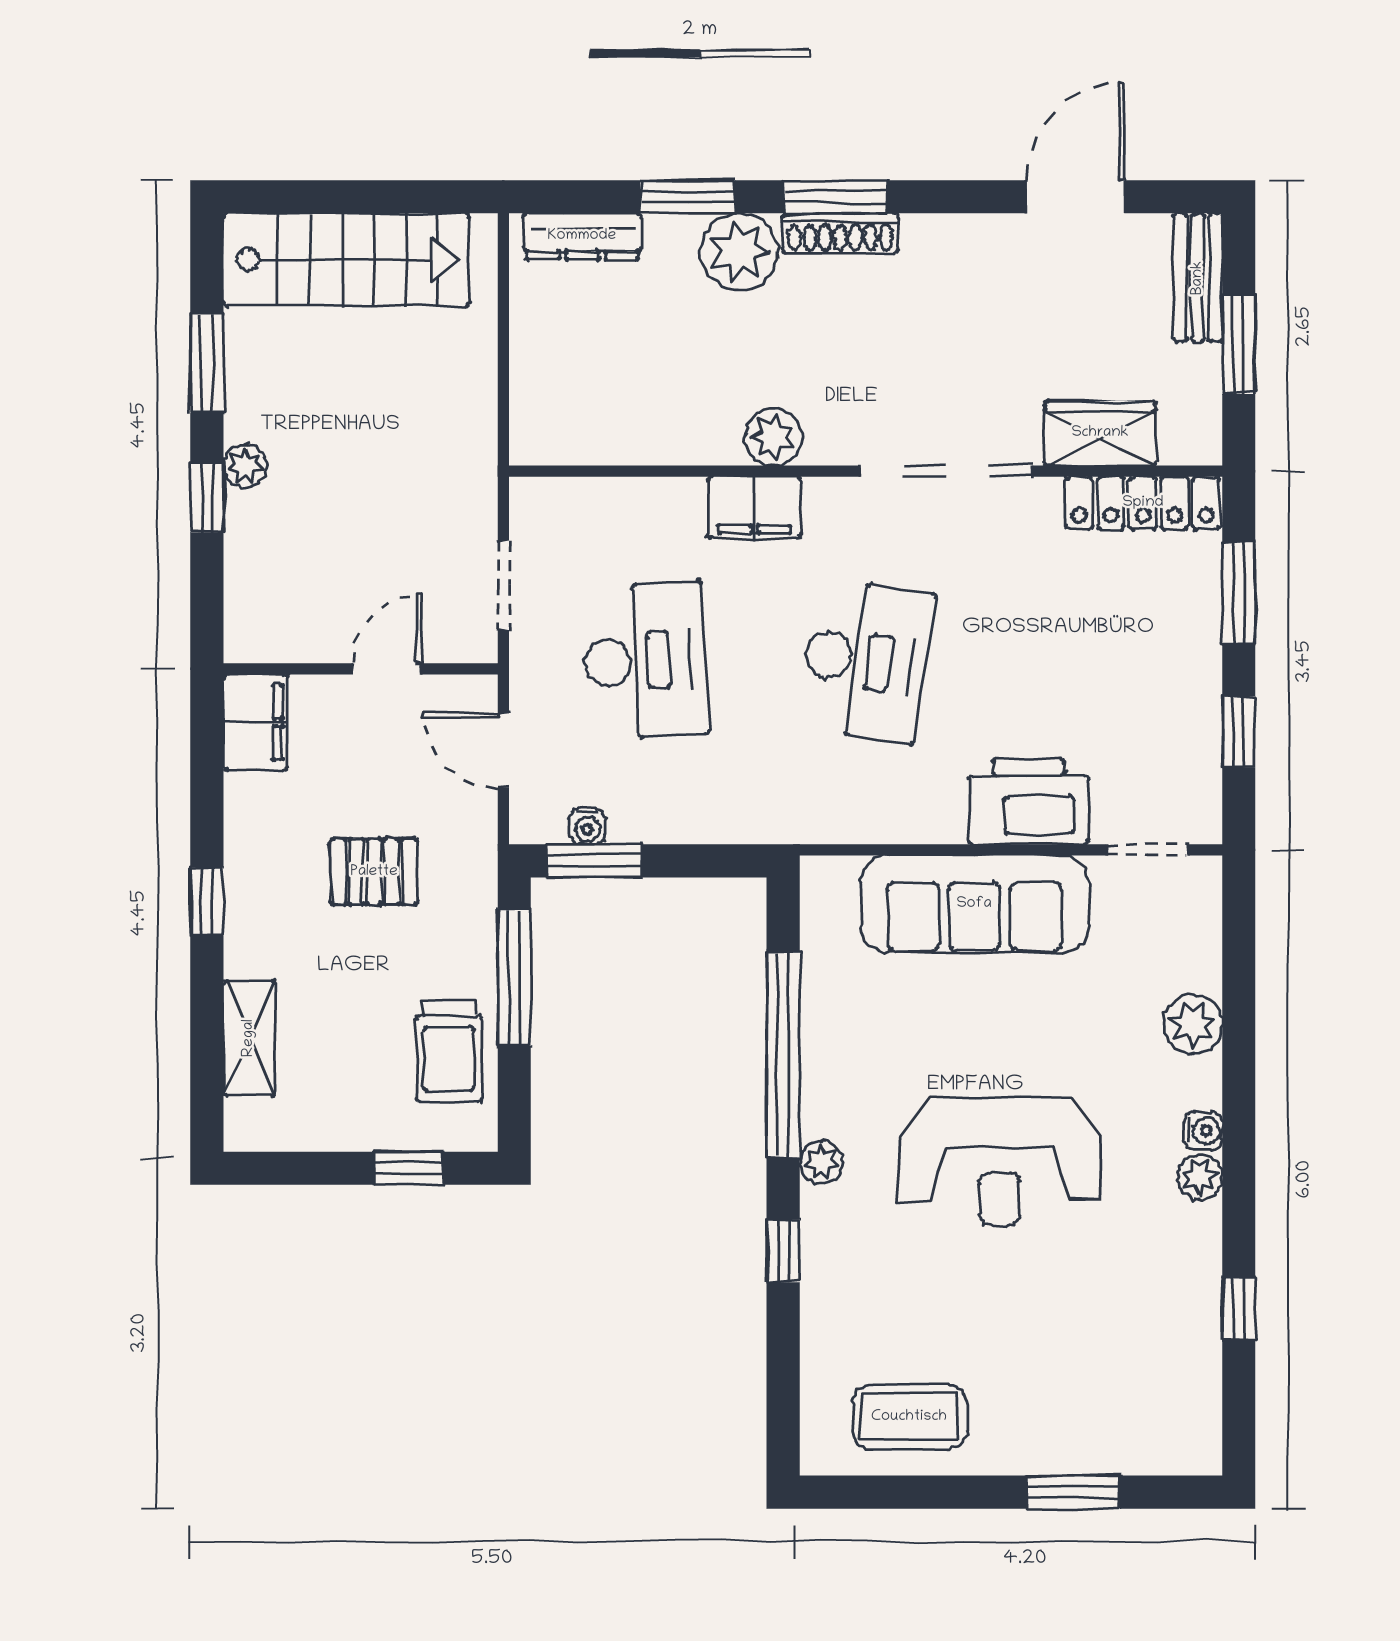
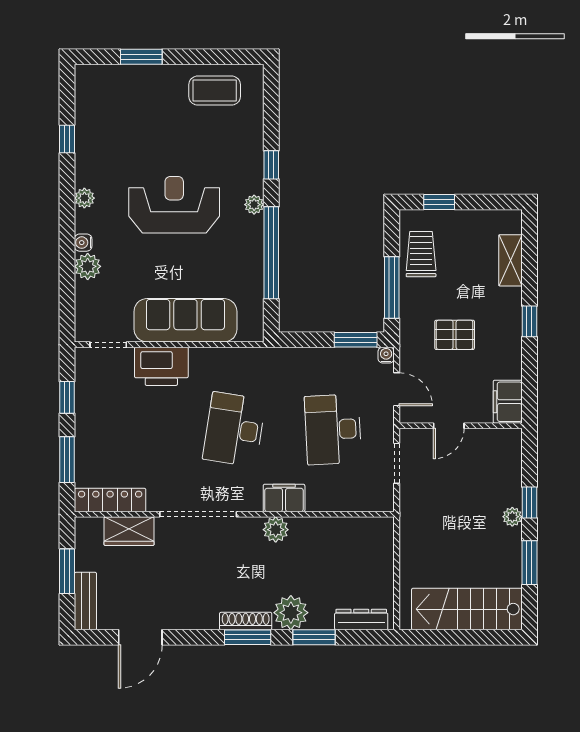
water cooler: (587, 826) -> (386, 355), moved
water cooler: (1203, 1131) -> (83, 243), moved

